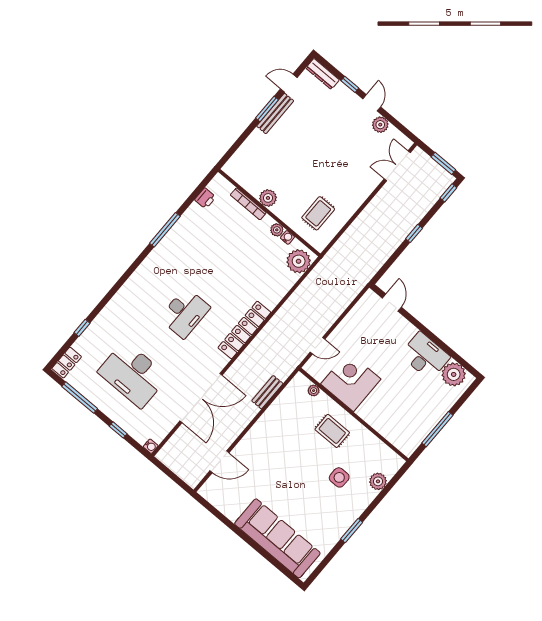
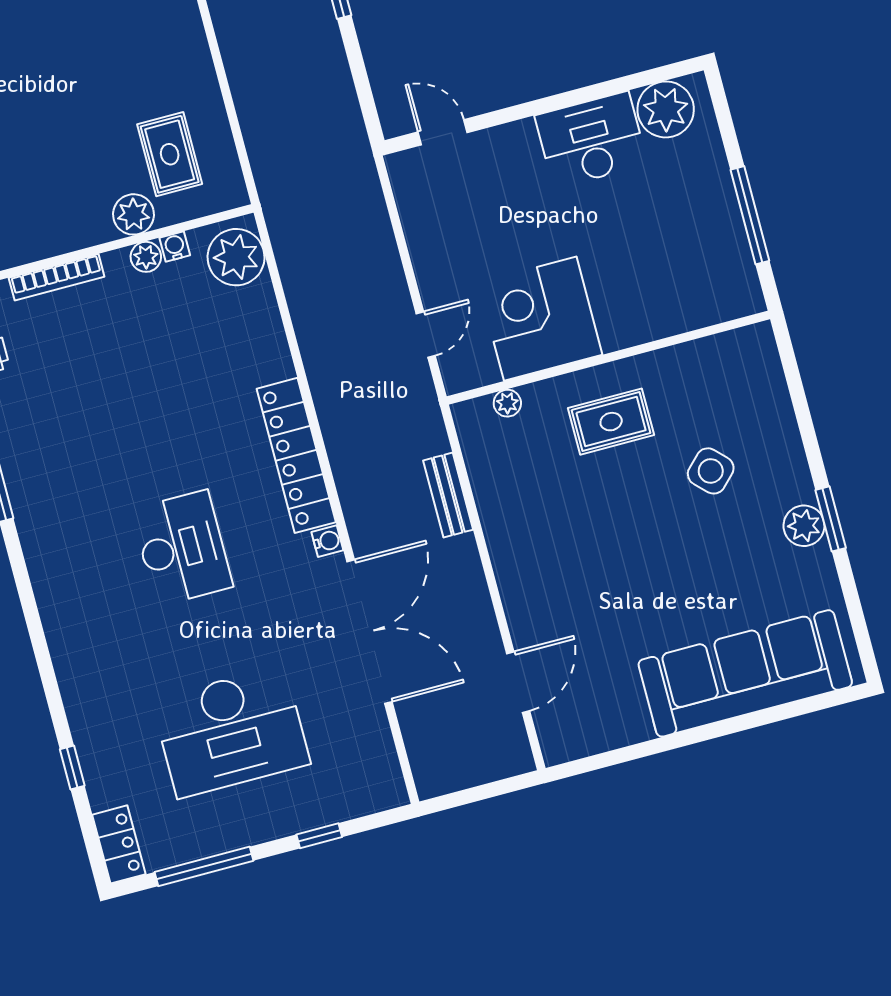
plant: (268, 198) -> (133, 214), moved
water cooler: (151, 446) -> (327, 541), moved
side table: (339, 477) -> (711, 471), turned 45
plant: (378, 481) -> (804, 526), moved

